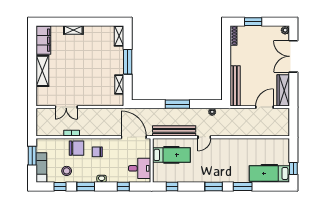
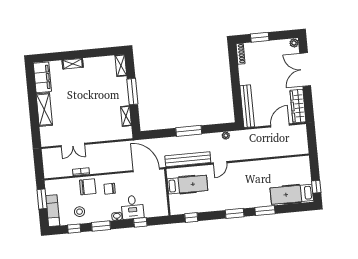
desk: (140, 168) -> (132, 207), moved, turned 90

